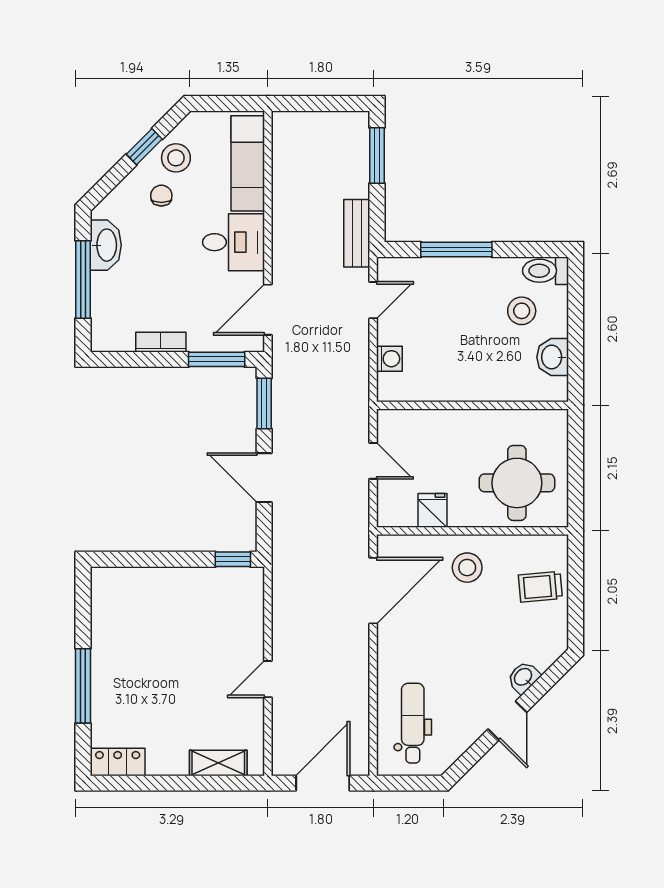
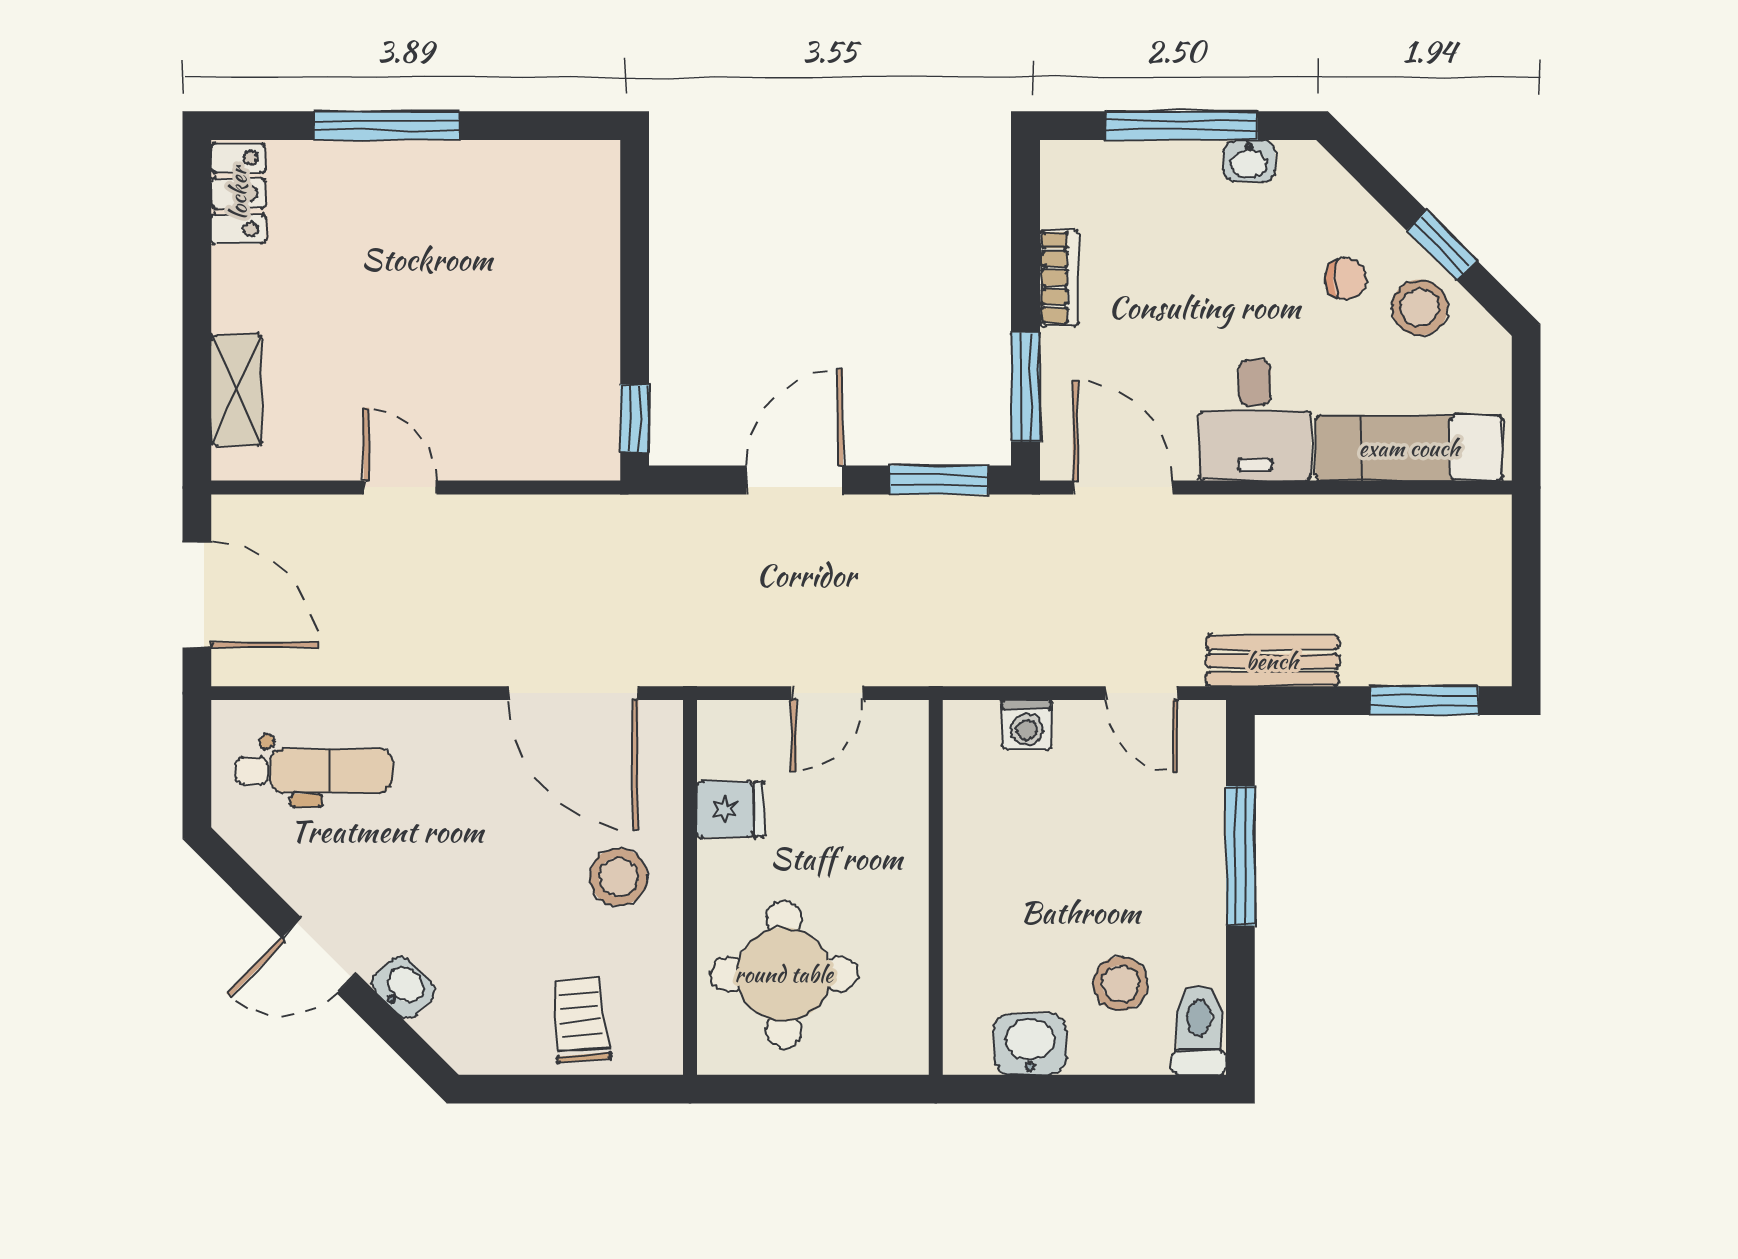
washbasin: (106, 245) -> (1249, 161), width x0.52, depth x0.69

